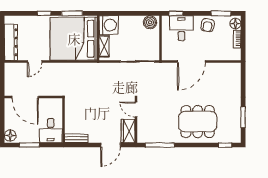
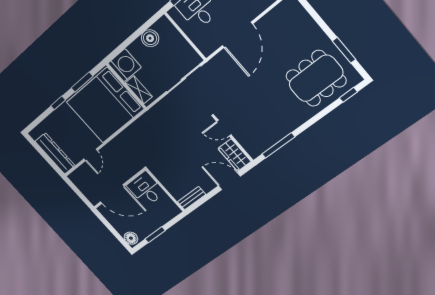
boiler: (150, 22) -> (150, 38), moved
dining table: (198, 122) -> (316, 78), moved
desk: (51, 131) -> (146, 189), moved, turned 180
door: (111, 145) -> (229, 181), swing flipped

